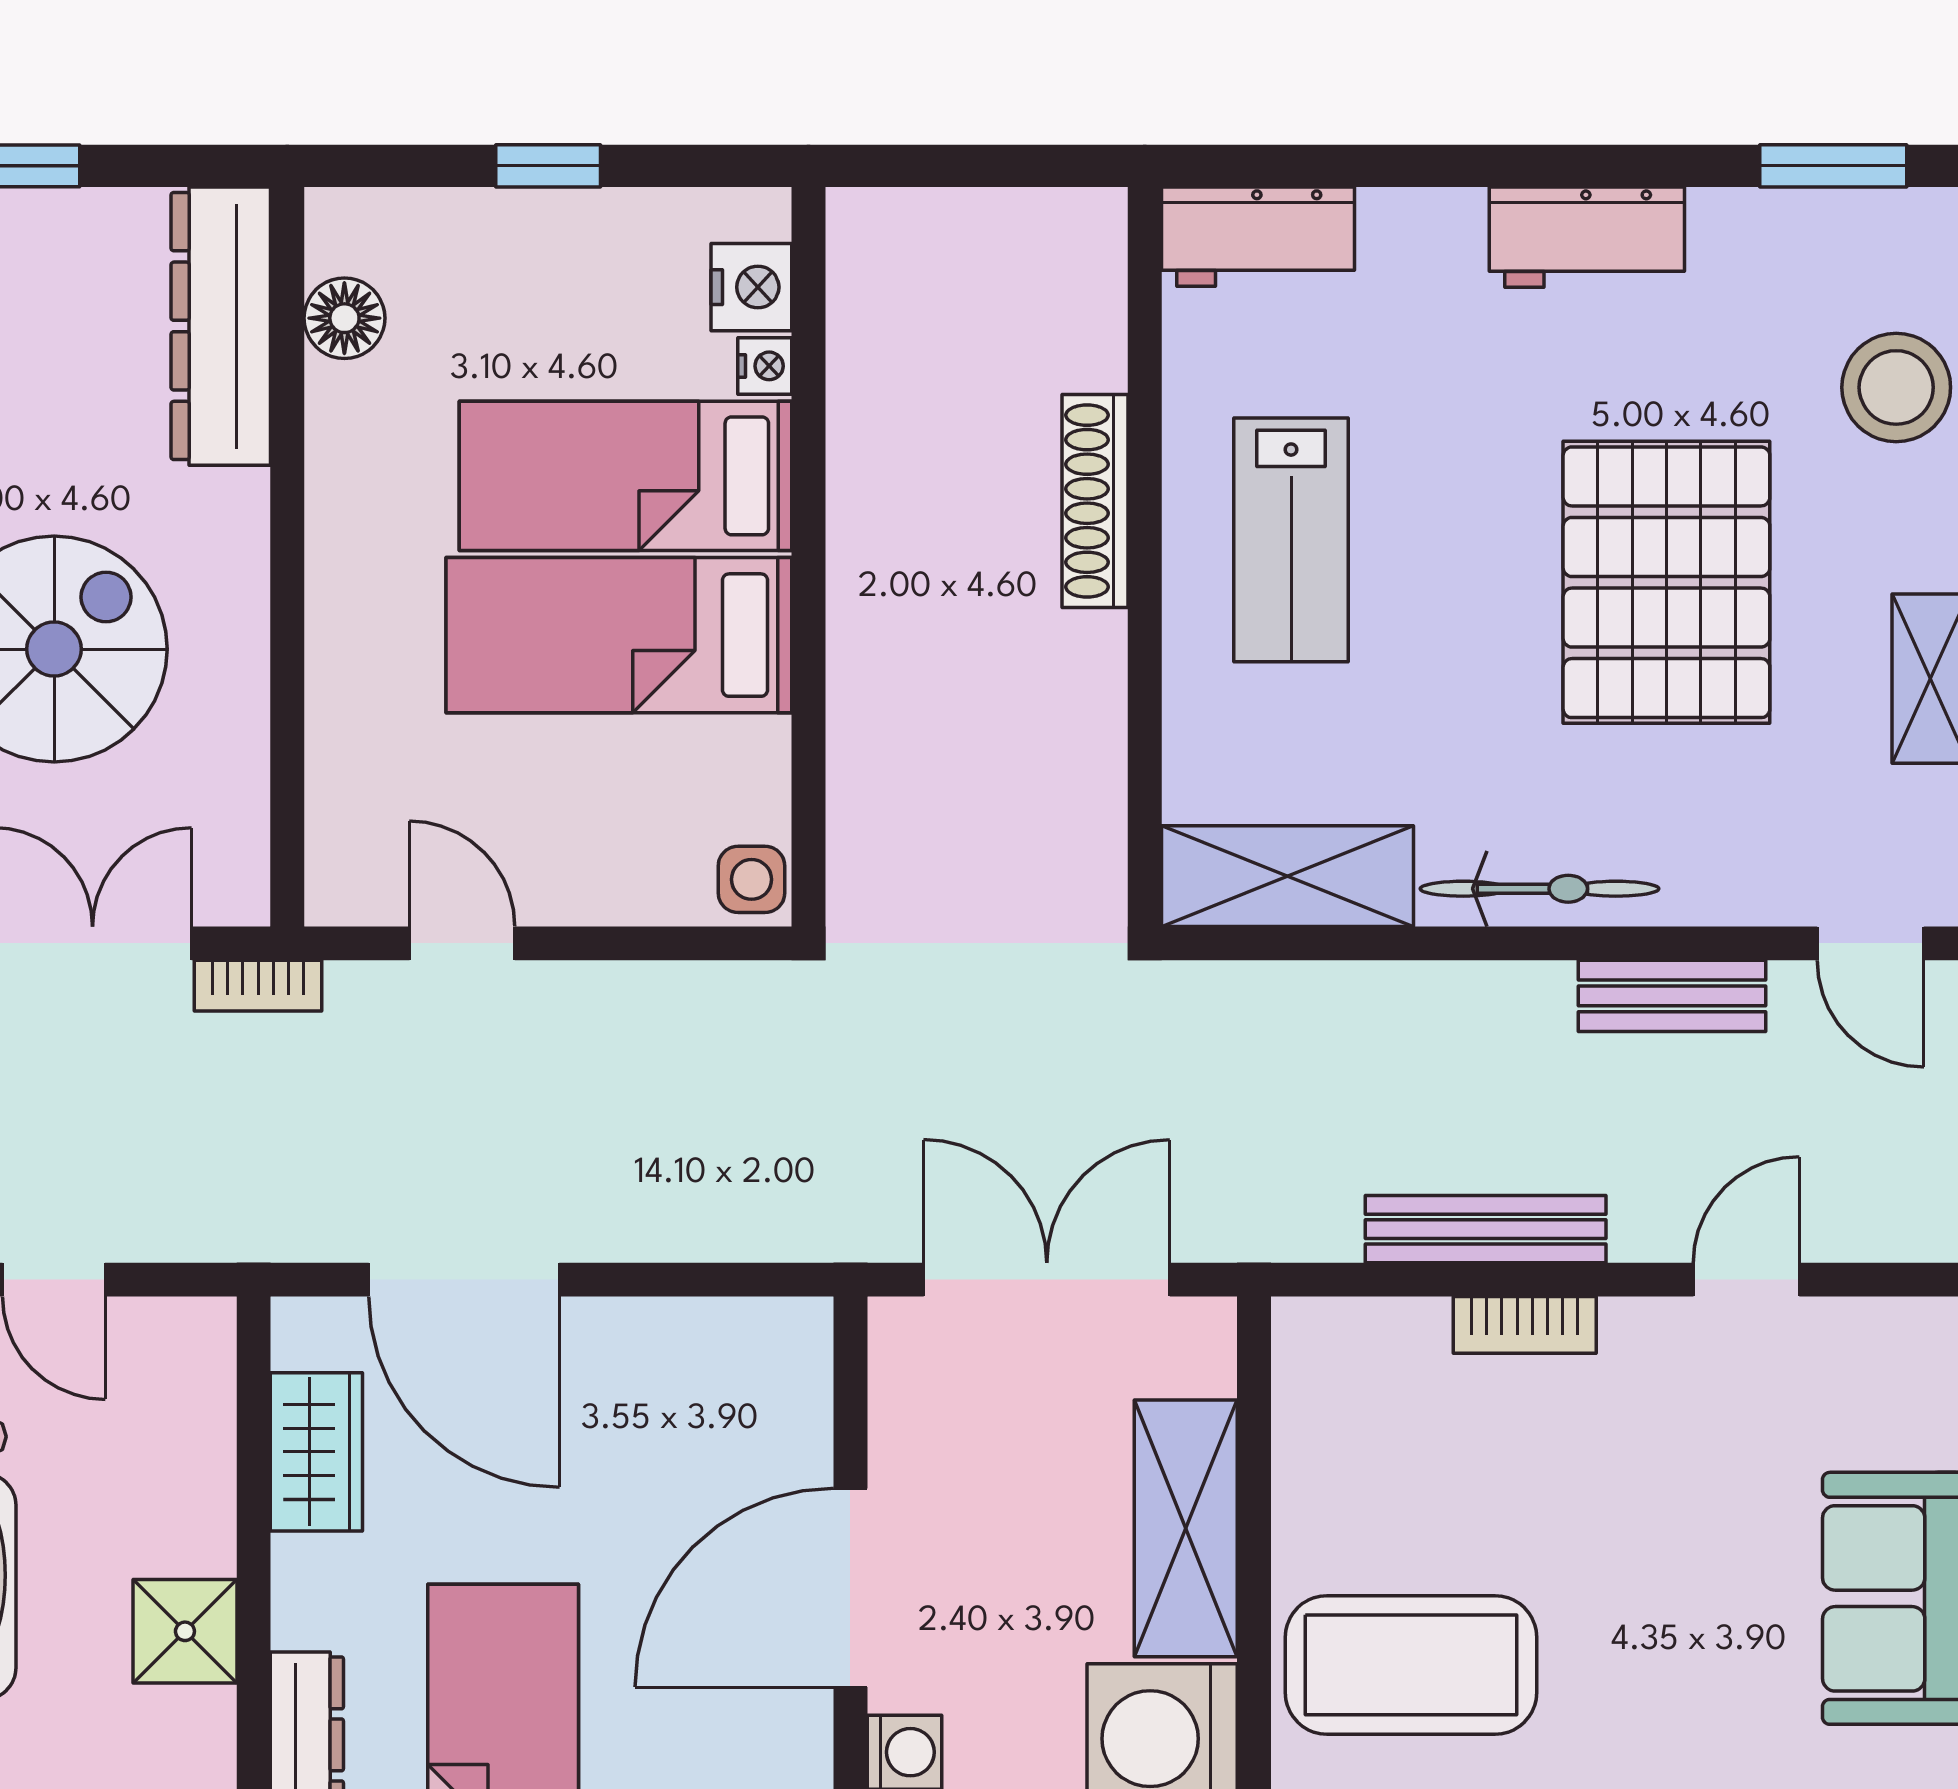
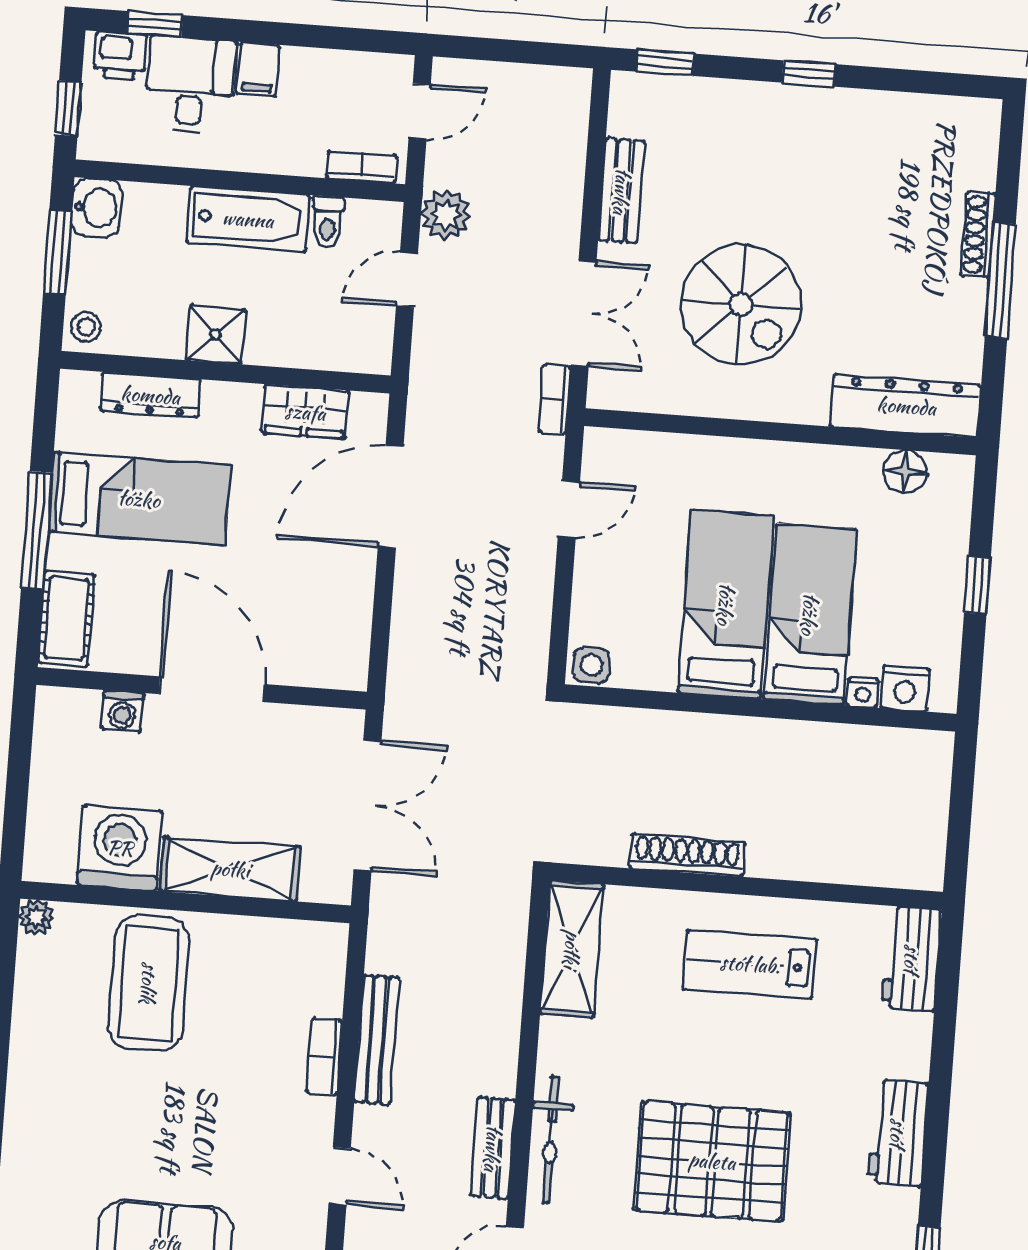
shoe rack: (1095, 501) -> (687, 855), moved
bicycle: (1540, 889) -> (551, 1140), moved

